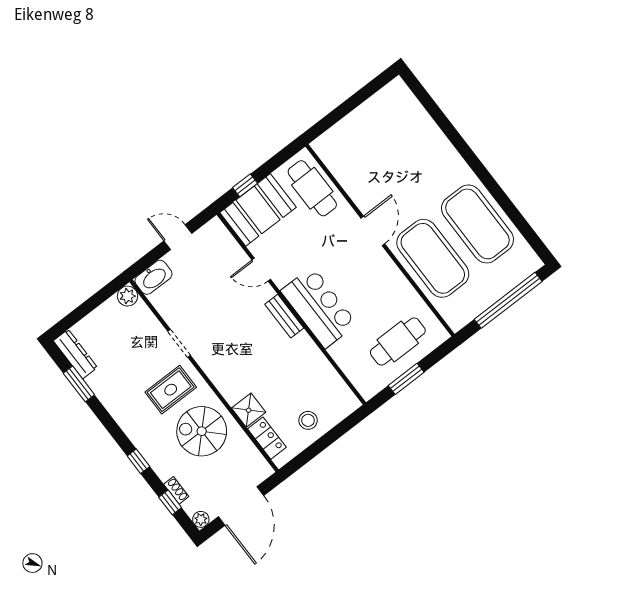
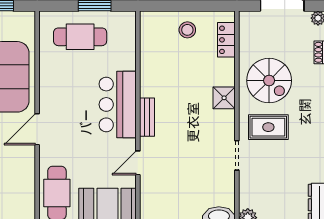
door: (261, 270) -> (138, 163), swing flipped
shower: (249, 410) -> (224, 98), moved

